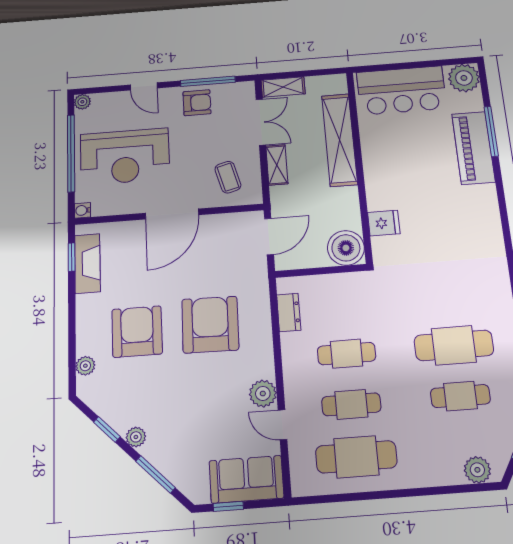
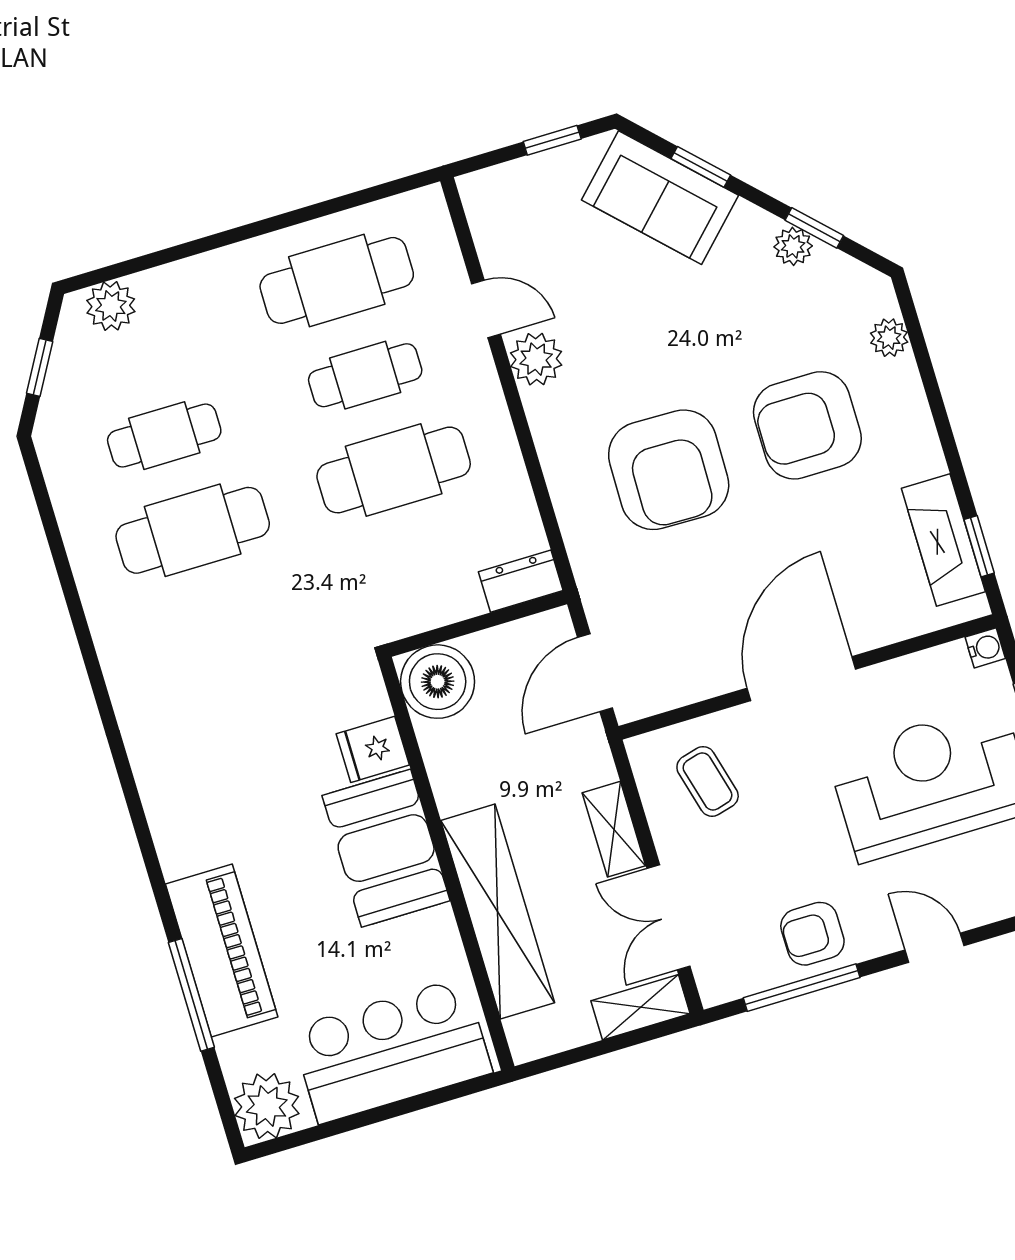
booth: (386, 178) -> (386, 848), added
dresser: (289, 312) -> (521, 581), moved, turned 90
armchair: (137, 332) -> (807, 425), turned 90
cafe table: (347, 354) -> (394, 470), width x1.37, depth x1.35
plant: (136, 437) -> (793, 246), moved
window: (155, 474) -> (701, 167), width x0.67
sofa: (246, 479) -> (660, 198), moved, turned 45

